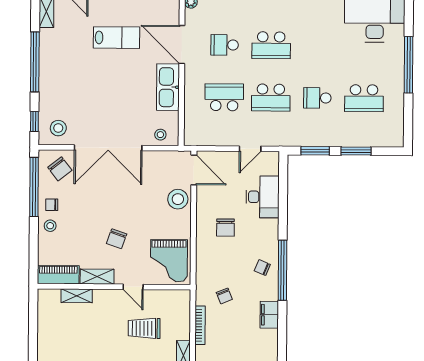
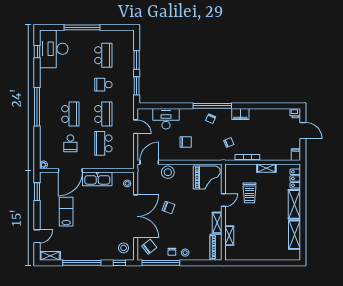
school desk: (317, 98) -> (103, 85), turned 90
chair: (117, 239) -> (169, 207), moved

